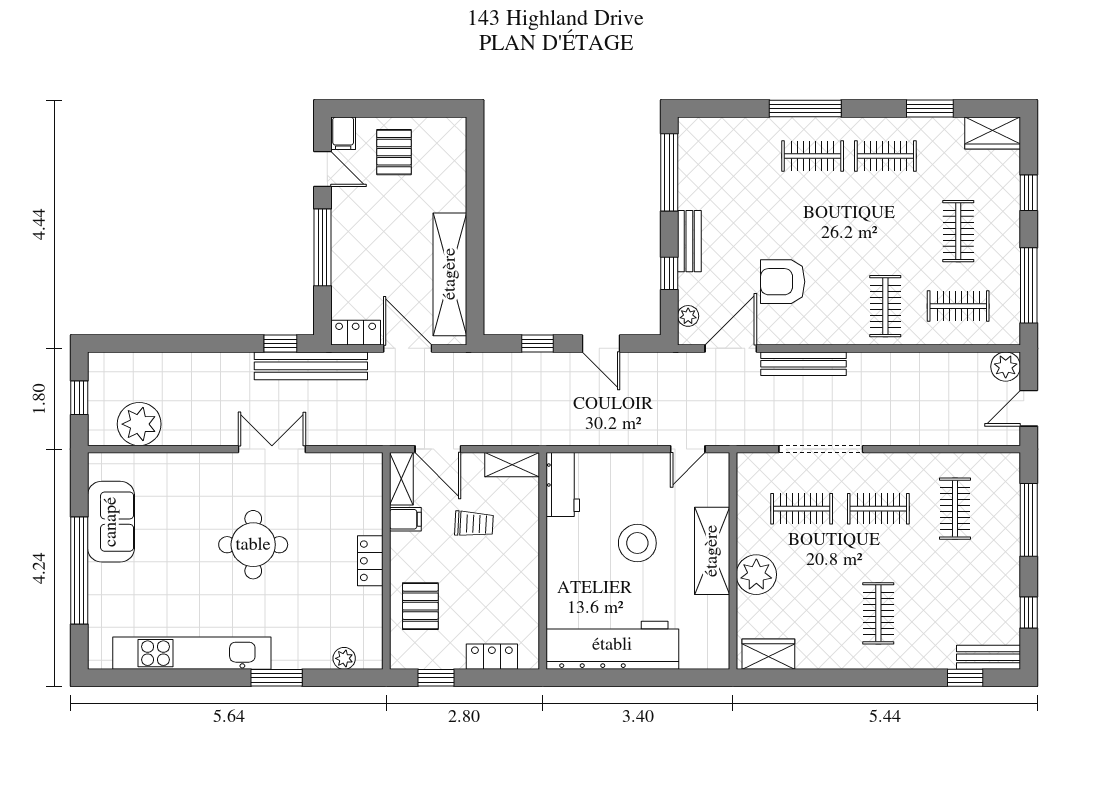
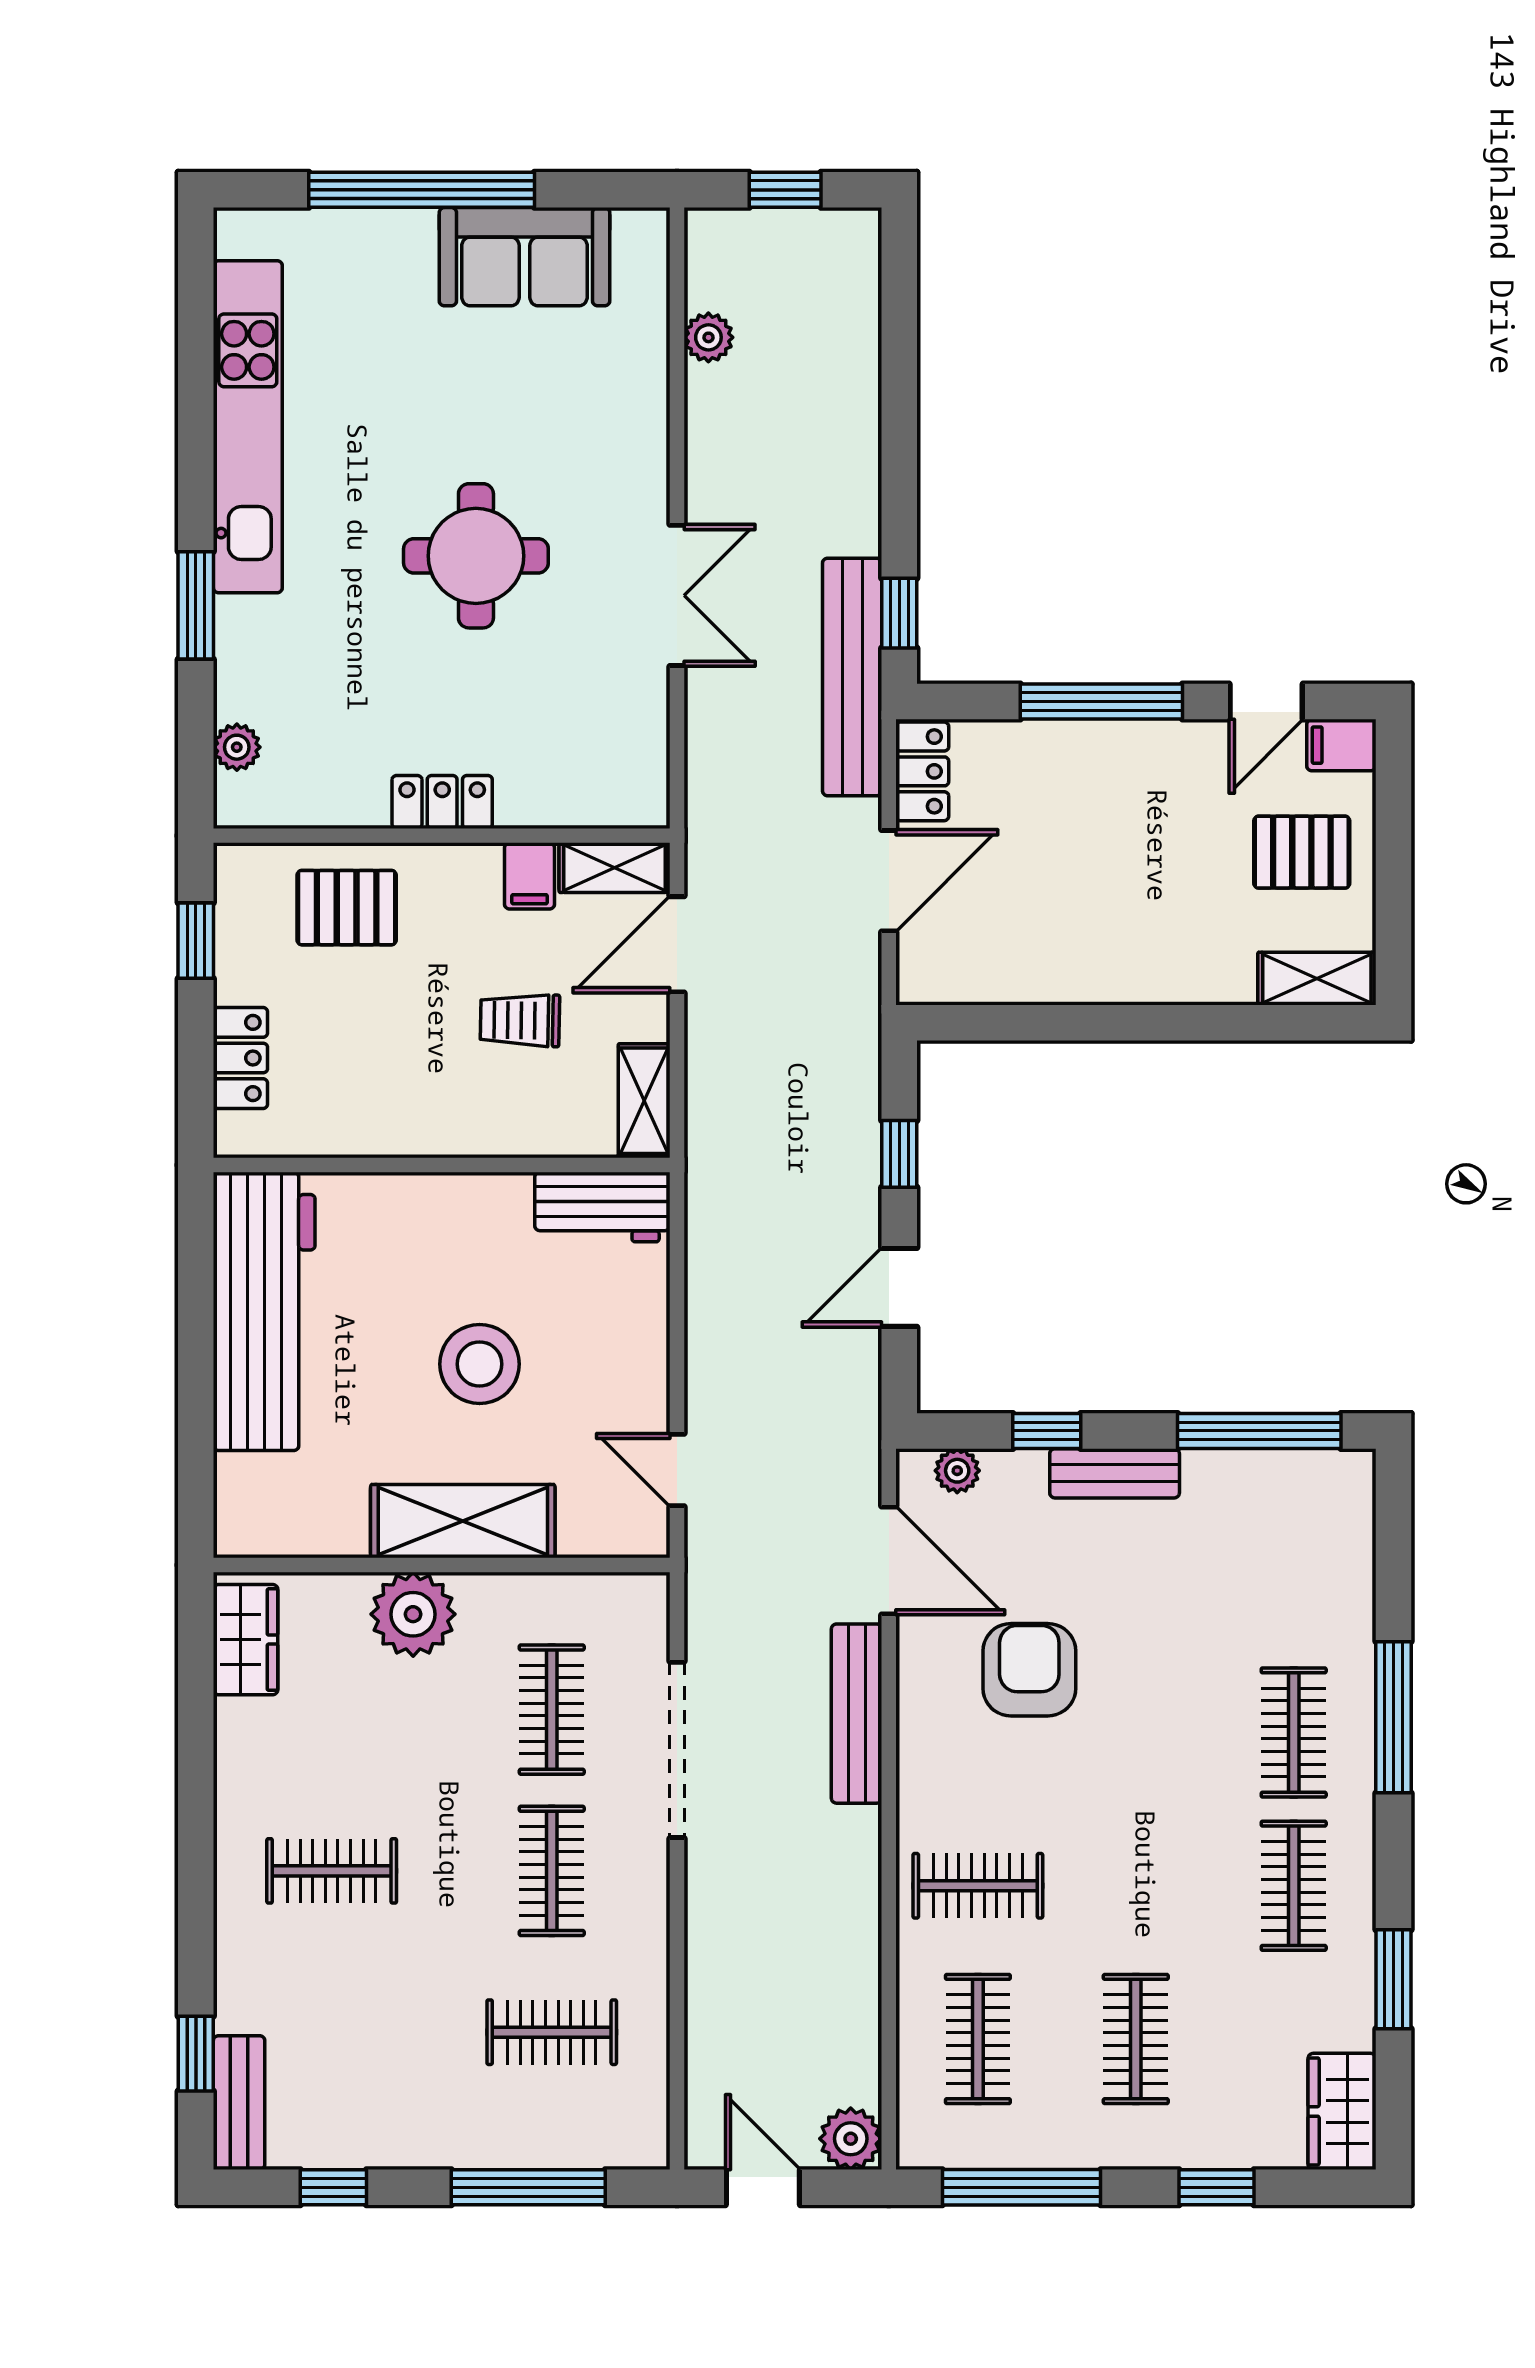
clothes rail: (958, 231) -> (1136, 2039), turned 90
shelving: (450, 274) -> (1317, 979), moved, width x0.45, depth x0.75
plant: (139, 424) -> (708, 337), width x0.53, depth x0.53
trolley: (474, 524) -> (520, 1020), turned 88

